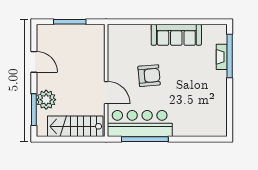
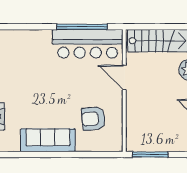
window: (70, 22) -> (150, 155), moved
armchair: (149, 76) -> (93, 119), moved

